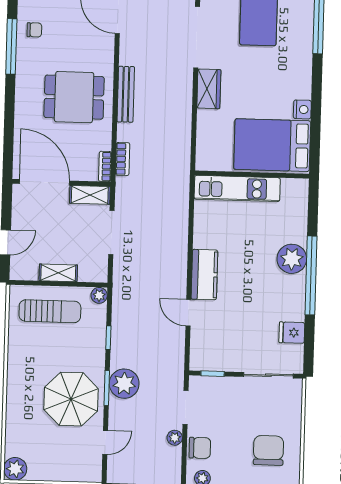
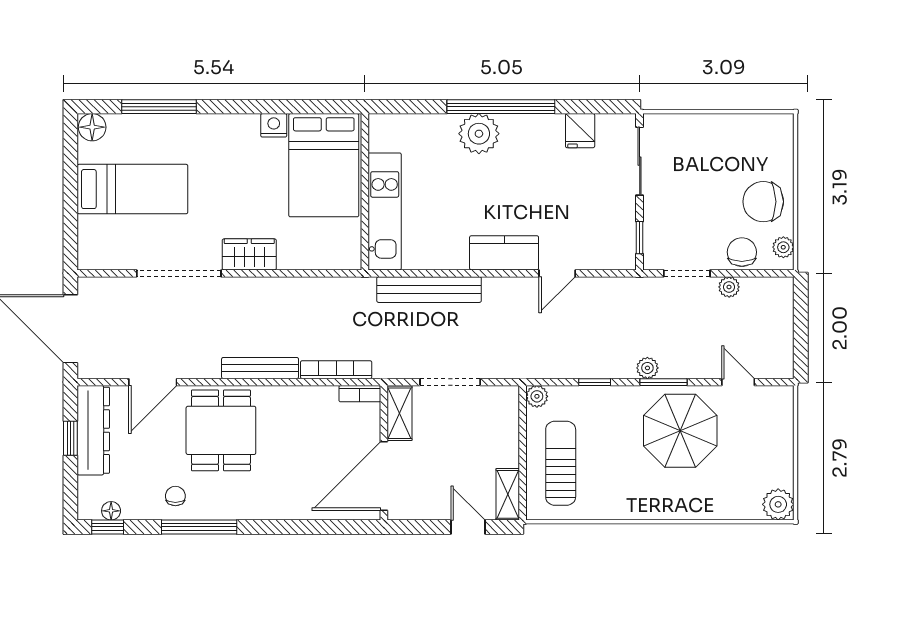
dining table: (74, 97) -> (221, 430), moved
bookcase: (123, 159) -> (336, 370), width x1.56
bench: (179, 219) -> (429, 290), added
shelving: (58, 273) -> (508, 494), moved
plant: (124, 384) -> (647, 368), width x0.53, depth x0.53
chair: (268, 450) -> (763, 202), moved

